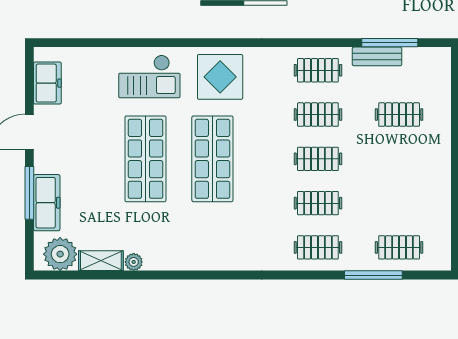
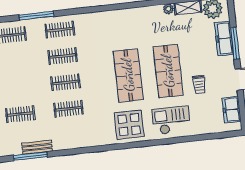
clothes rail: (318, 70) -> (71, 135), removed
trolley: (96, 131) -> (199, 84), added
window: (373, 275) -> (36, 16), moved

